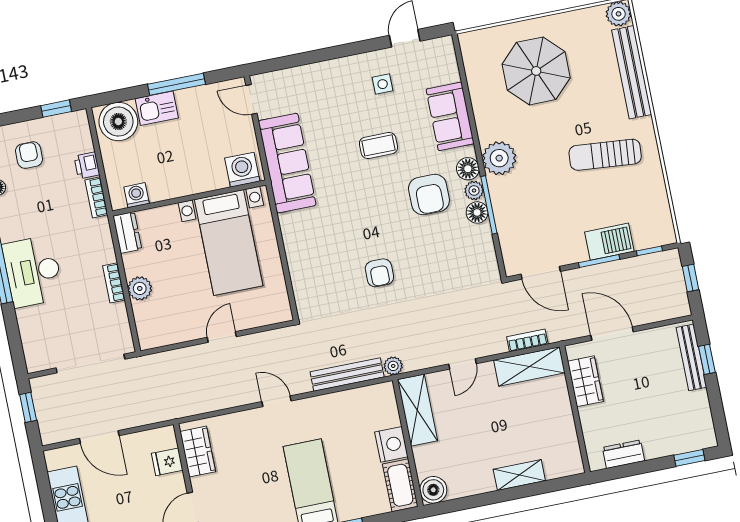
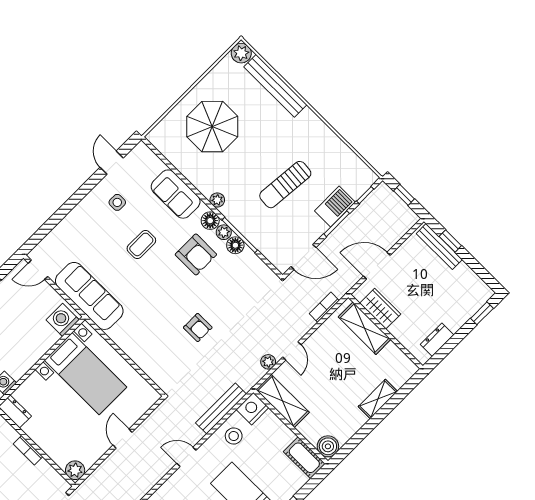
sun lounger: (605, 155) -> (285, 185), moved
plant: (499, 158) -> (217, 200), width x0.53, depth x0.53
plant: (140, 288) -> (75, 470), moved
plant: (393, 366) -> (268, 362), moved
shelving: (529, 366) -> (364, 328), moved, turned 90
stool: (341, 413) -> (234, 436), added
nightstand: (391, 444) -> (253, 409), moved, turned -90

